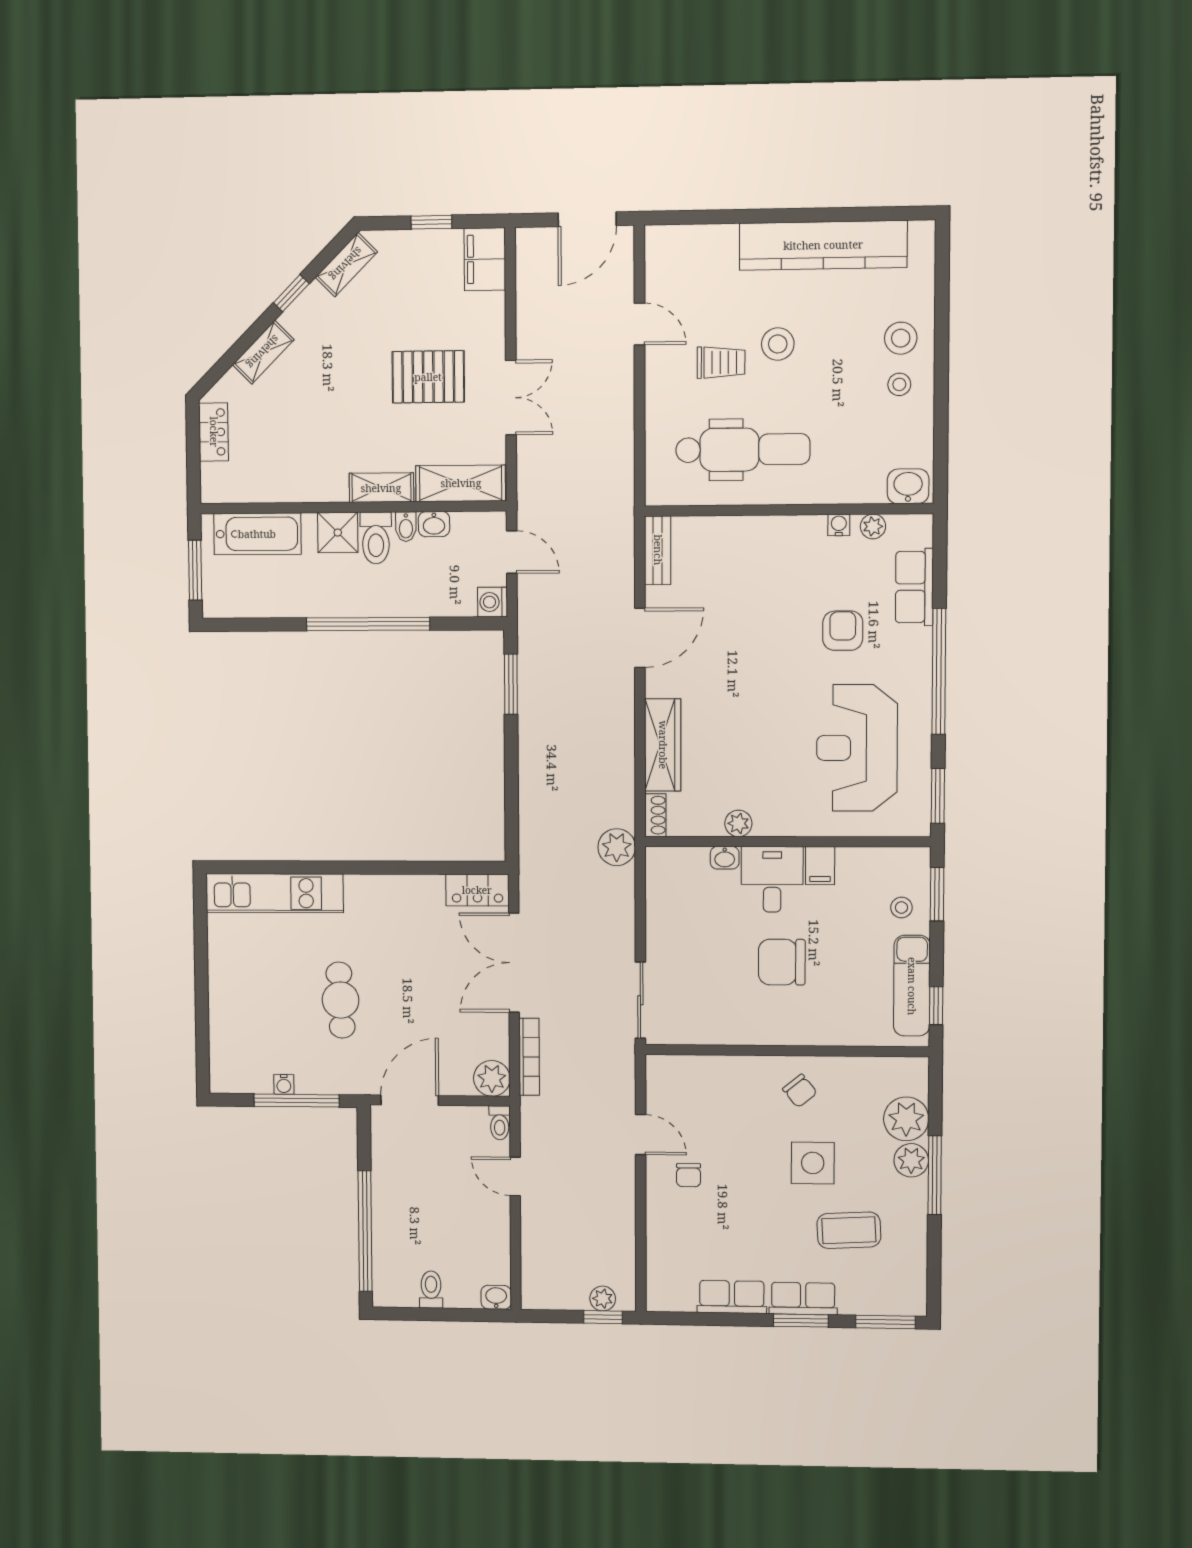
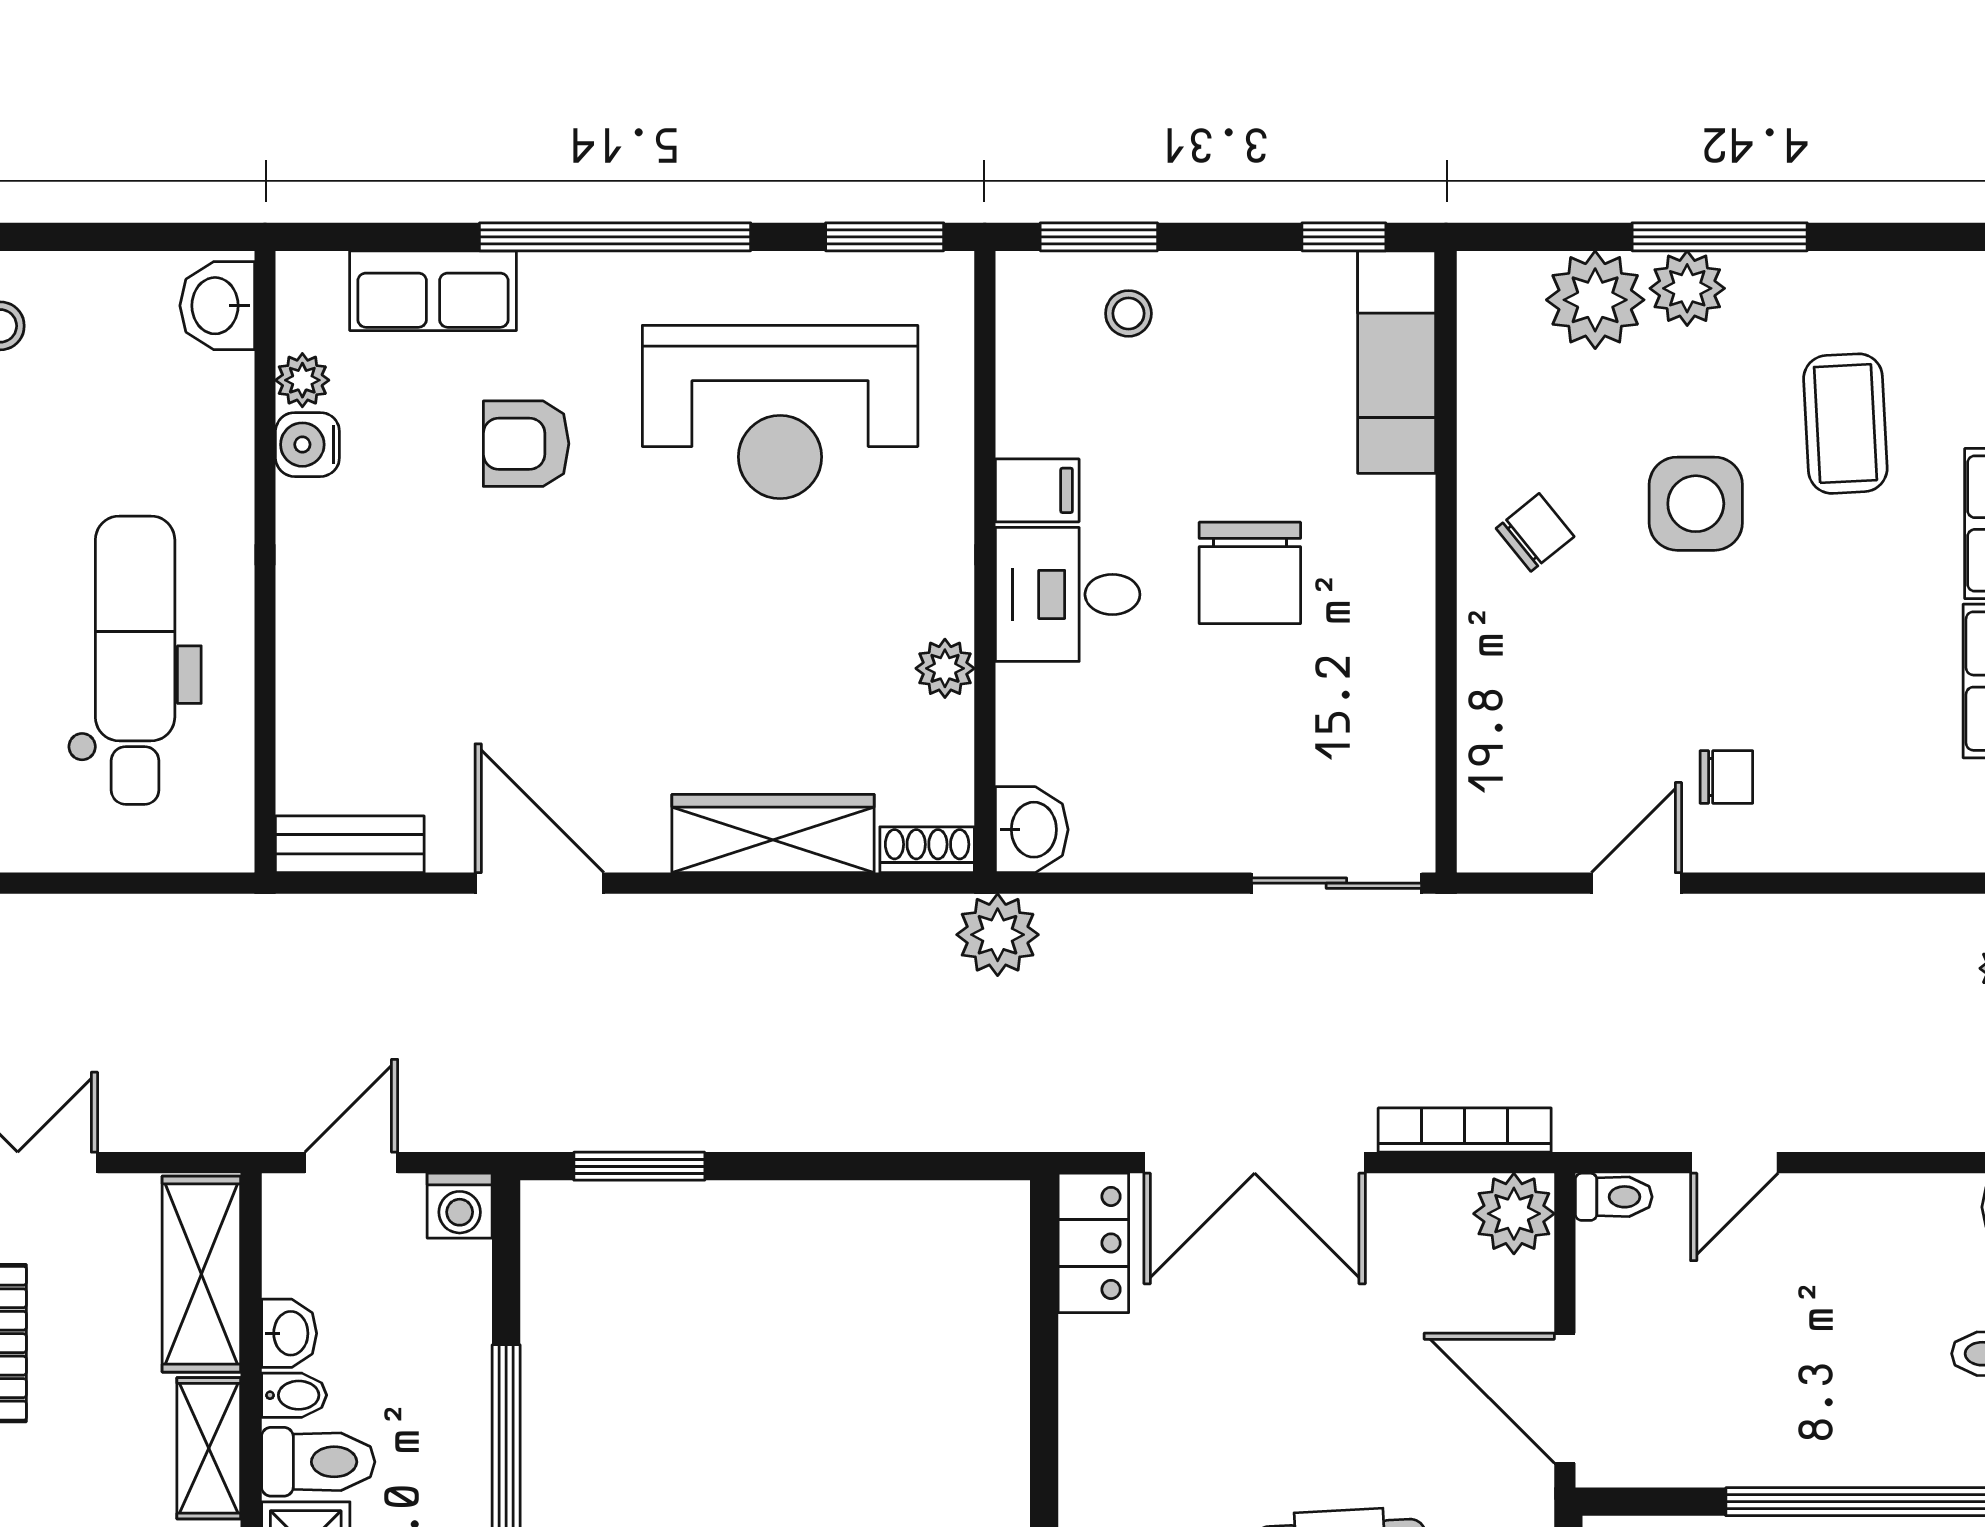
water cooler: (839, 525) -> (307, 445), width x1.38, depth x1.38
washbasin: (725, 858) -> (1032, 830), moved, width x1.38, depth x1.45
exam couch: (912, 986) -> (1397, 362), moved, turned 90

